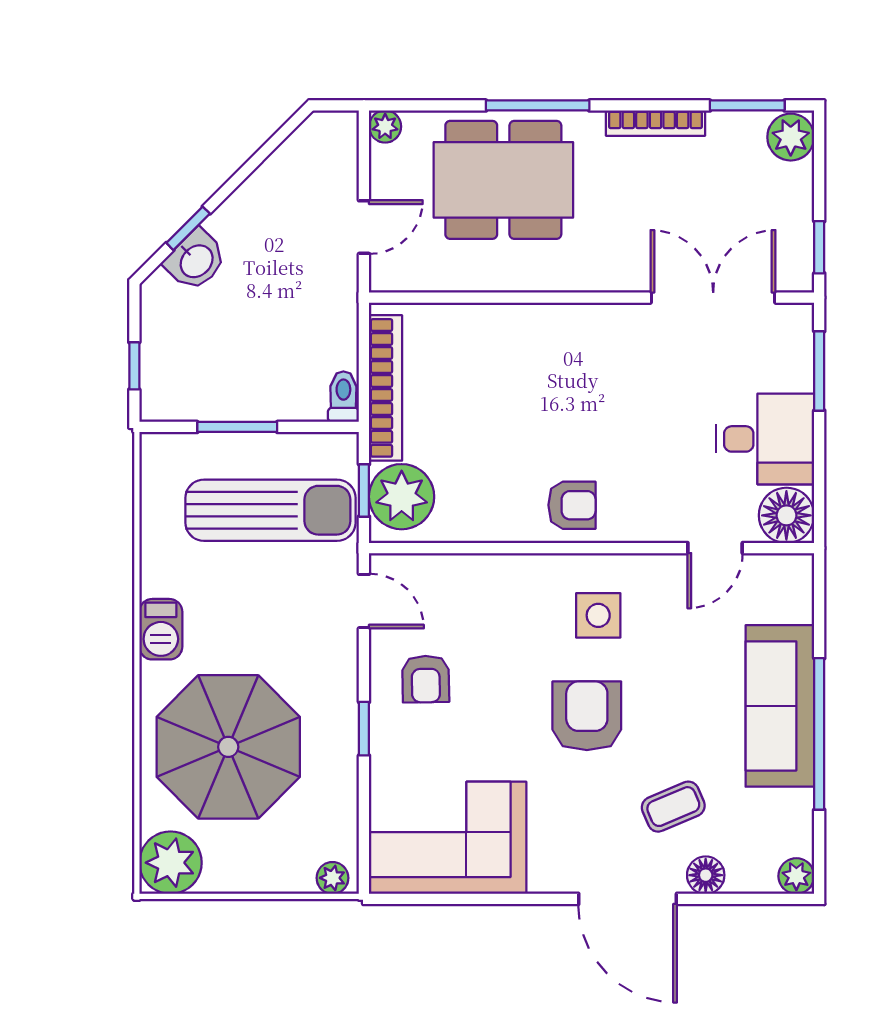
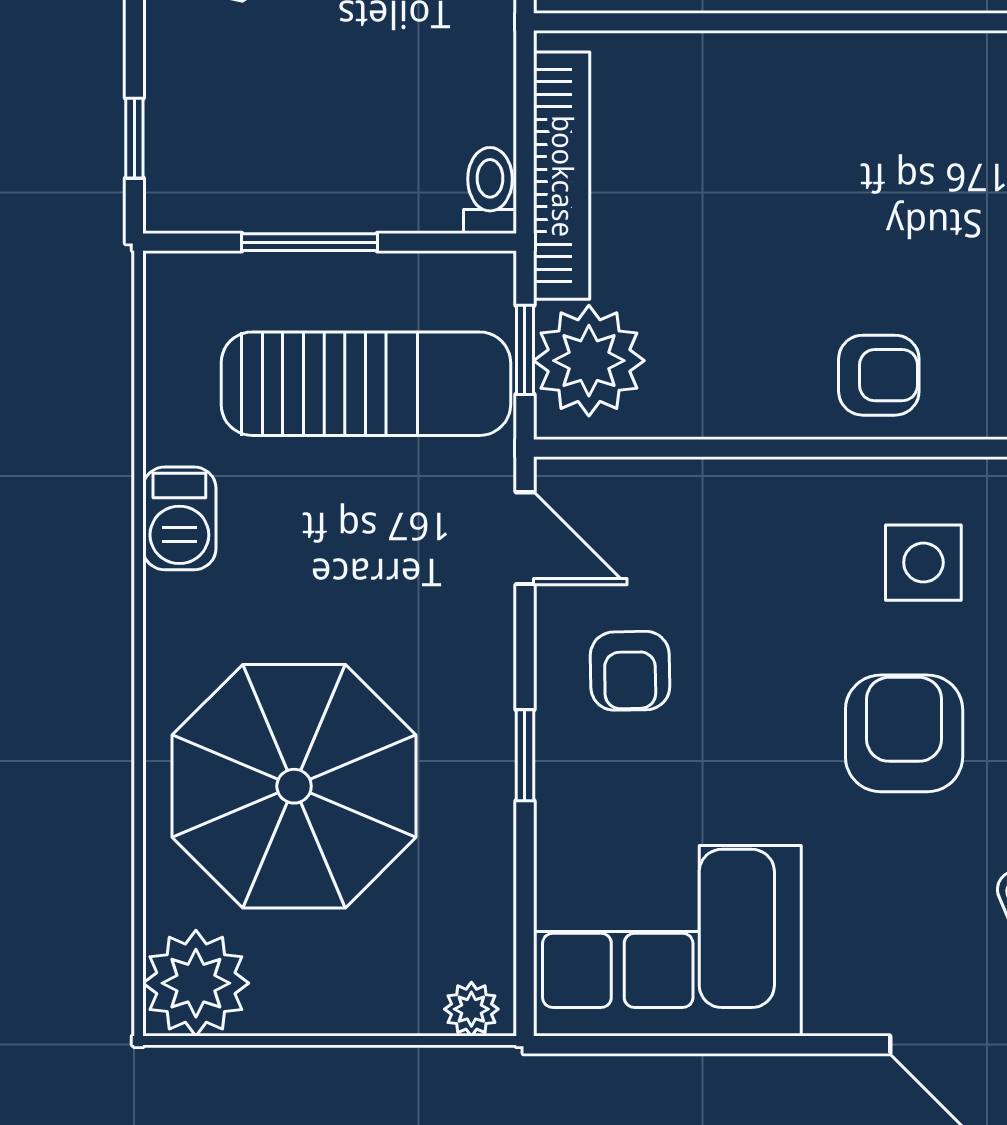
barbecue: (161, 629) -> (179, 518), moved

